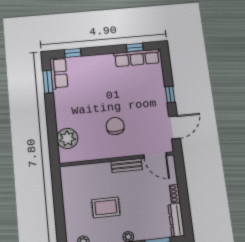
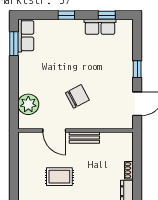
window: (73, 53) -> (66, 15), moved
row of seats: (137, 58) -> (100, 27), width x0.68
chair: (115, 126) -> (77, 96), turned 62
door: (155, 155) -> (54, 130), moved

